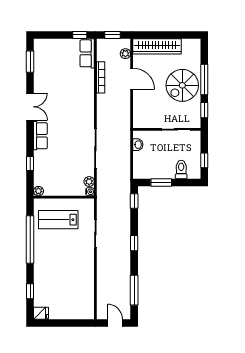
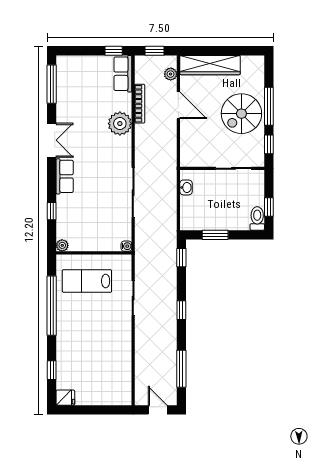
window: (30, 62) -> (52, 84), width x1.44
toilet: (181, 169) -> (257, 218), moved
plant: (89, 182) -> (120, 124), moved, width x1.88, depth x1.88

